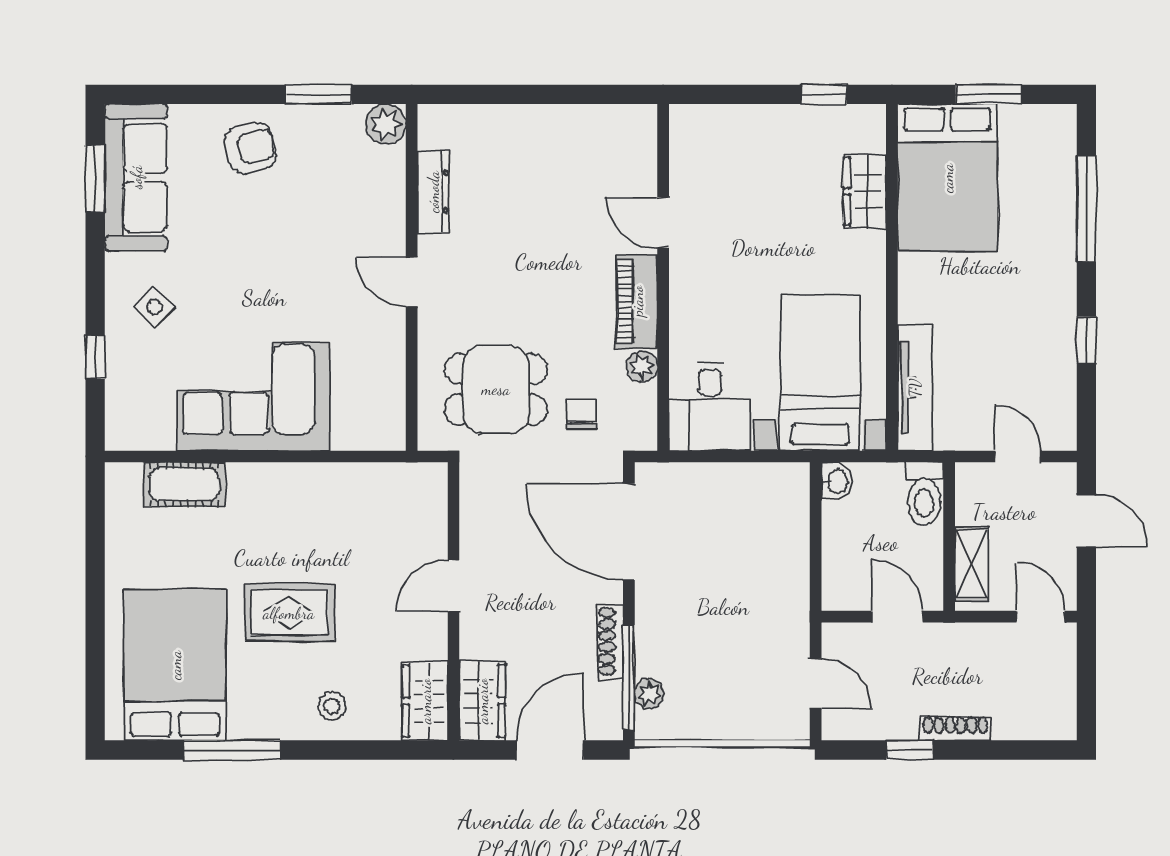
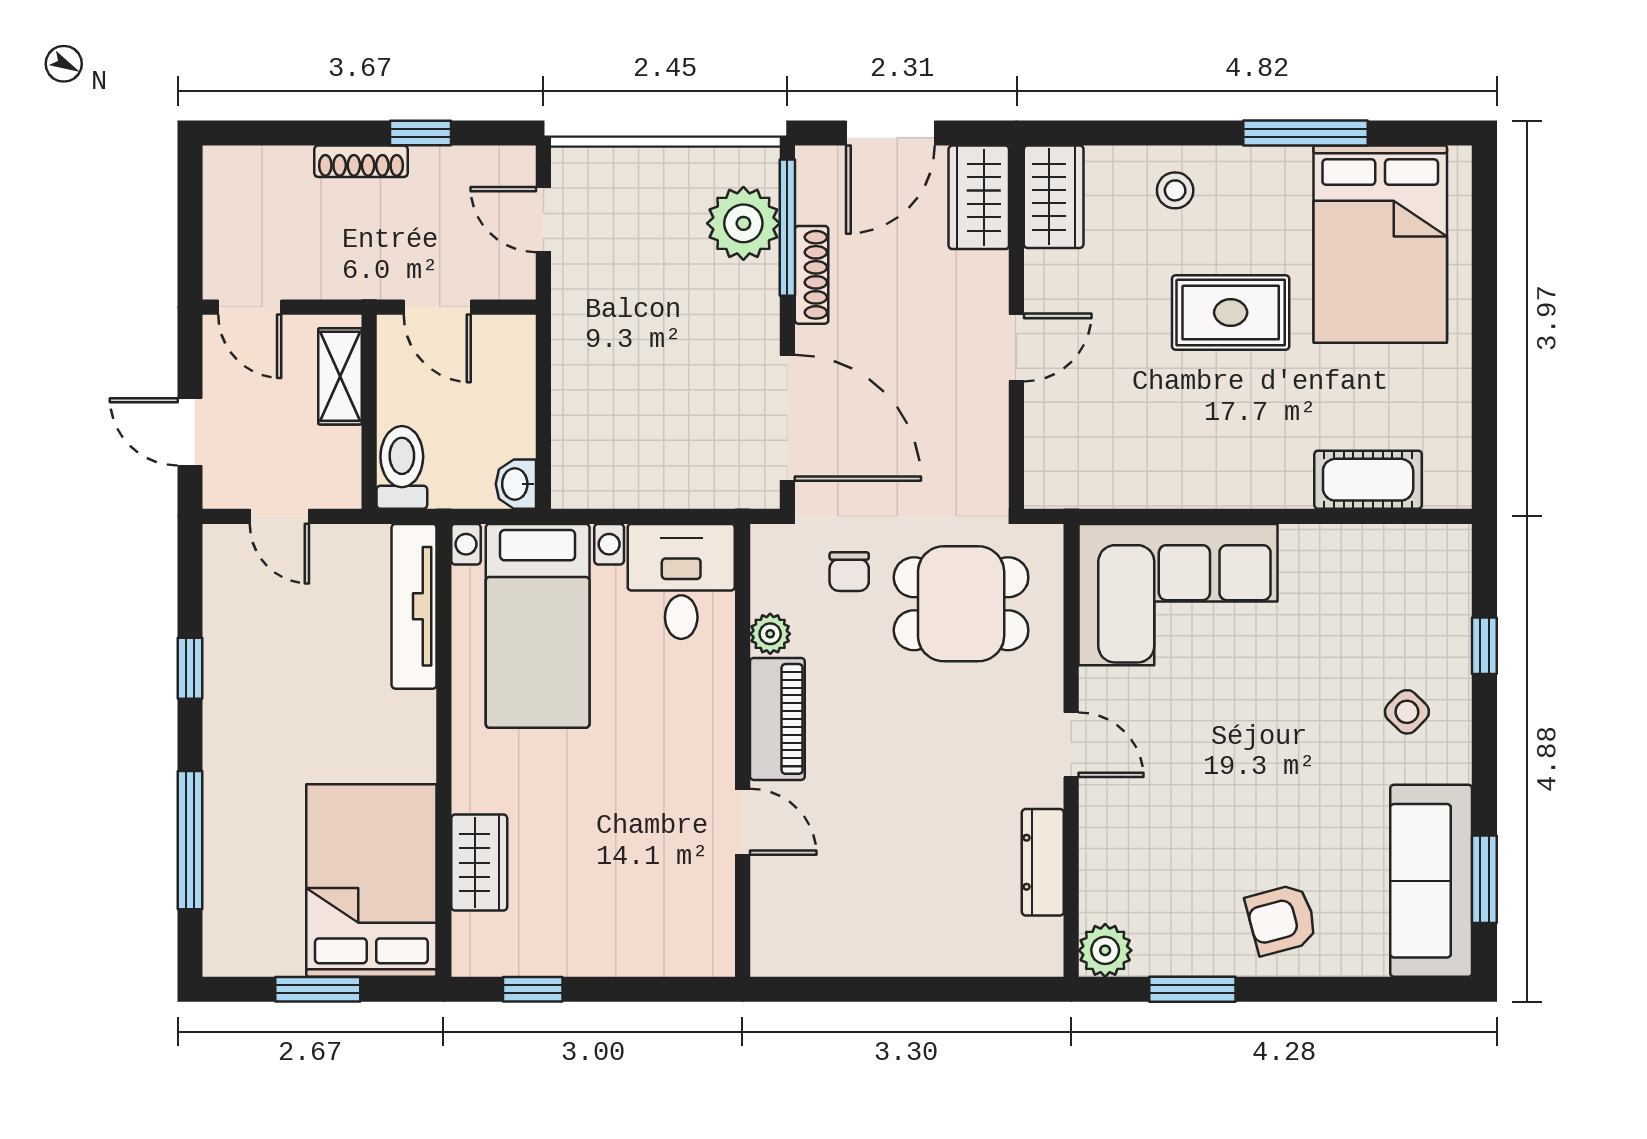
corner sofa: (254, 396) -> (1178, 595), moved
plant: (649, 694) -> (743, 223), width x1.88, depth x1.88

